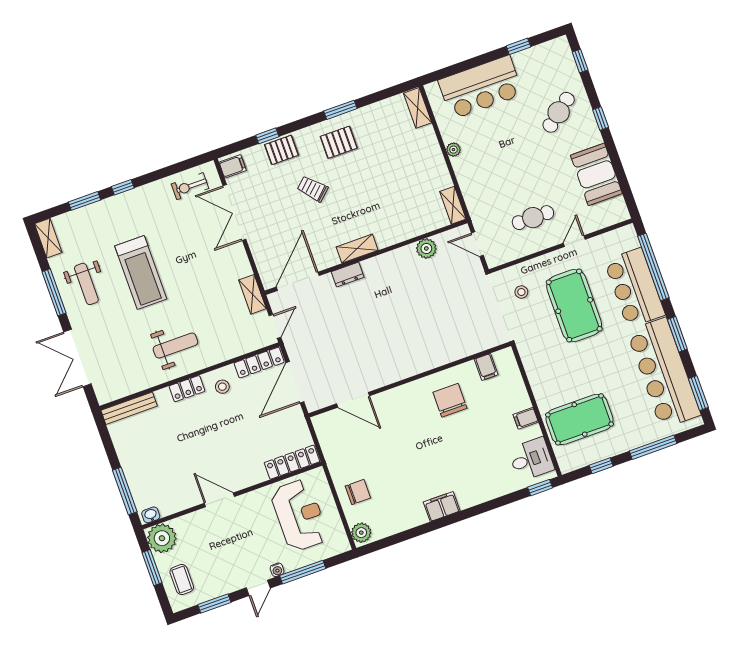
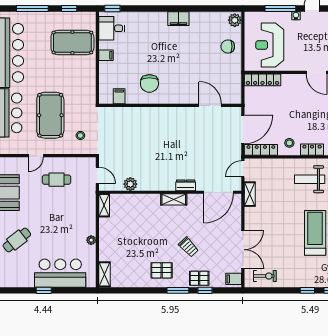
window: (518, 46) -> (44, 290), moved
window: (340, 110) -> (178, 290), moved

